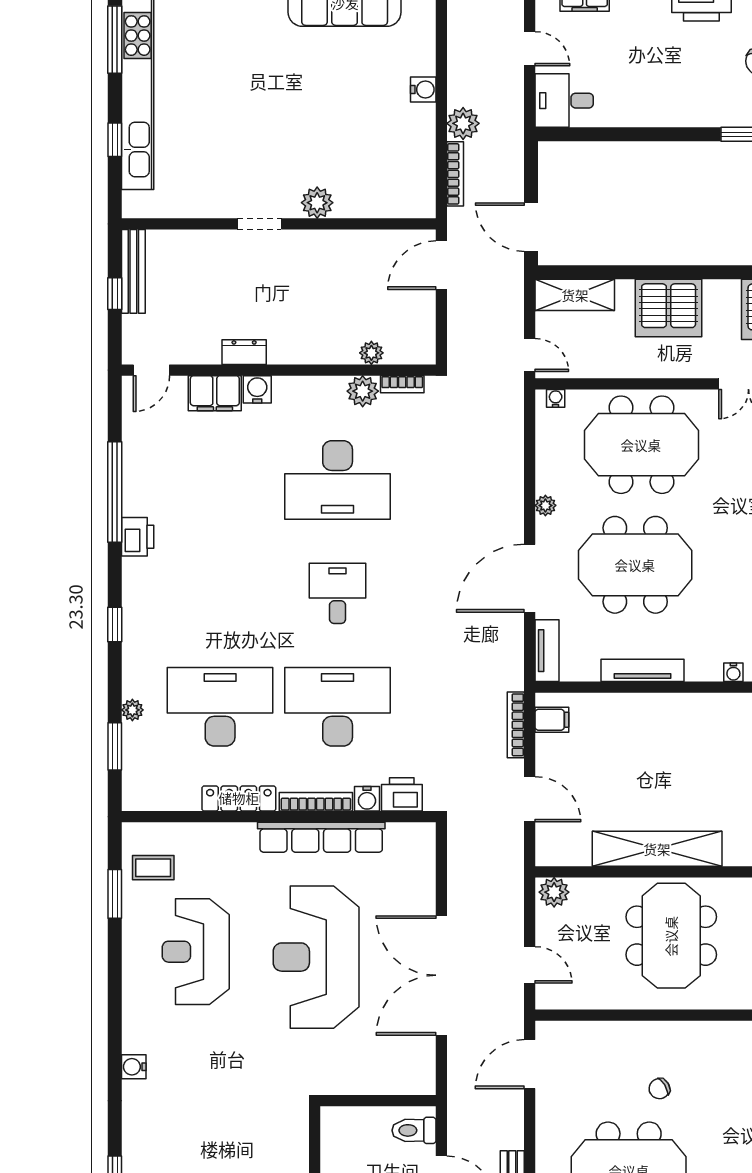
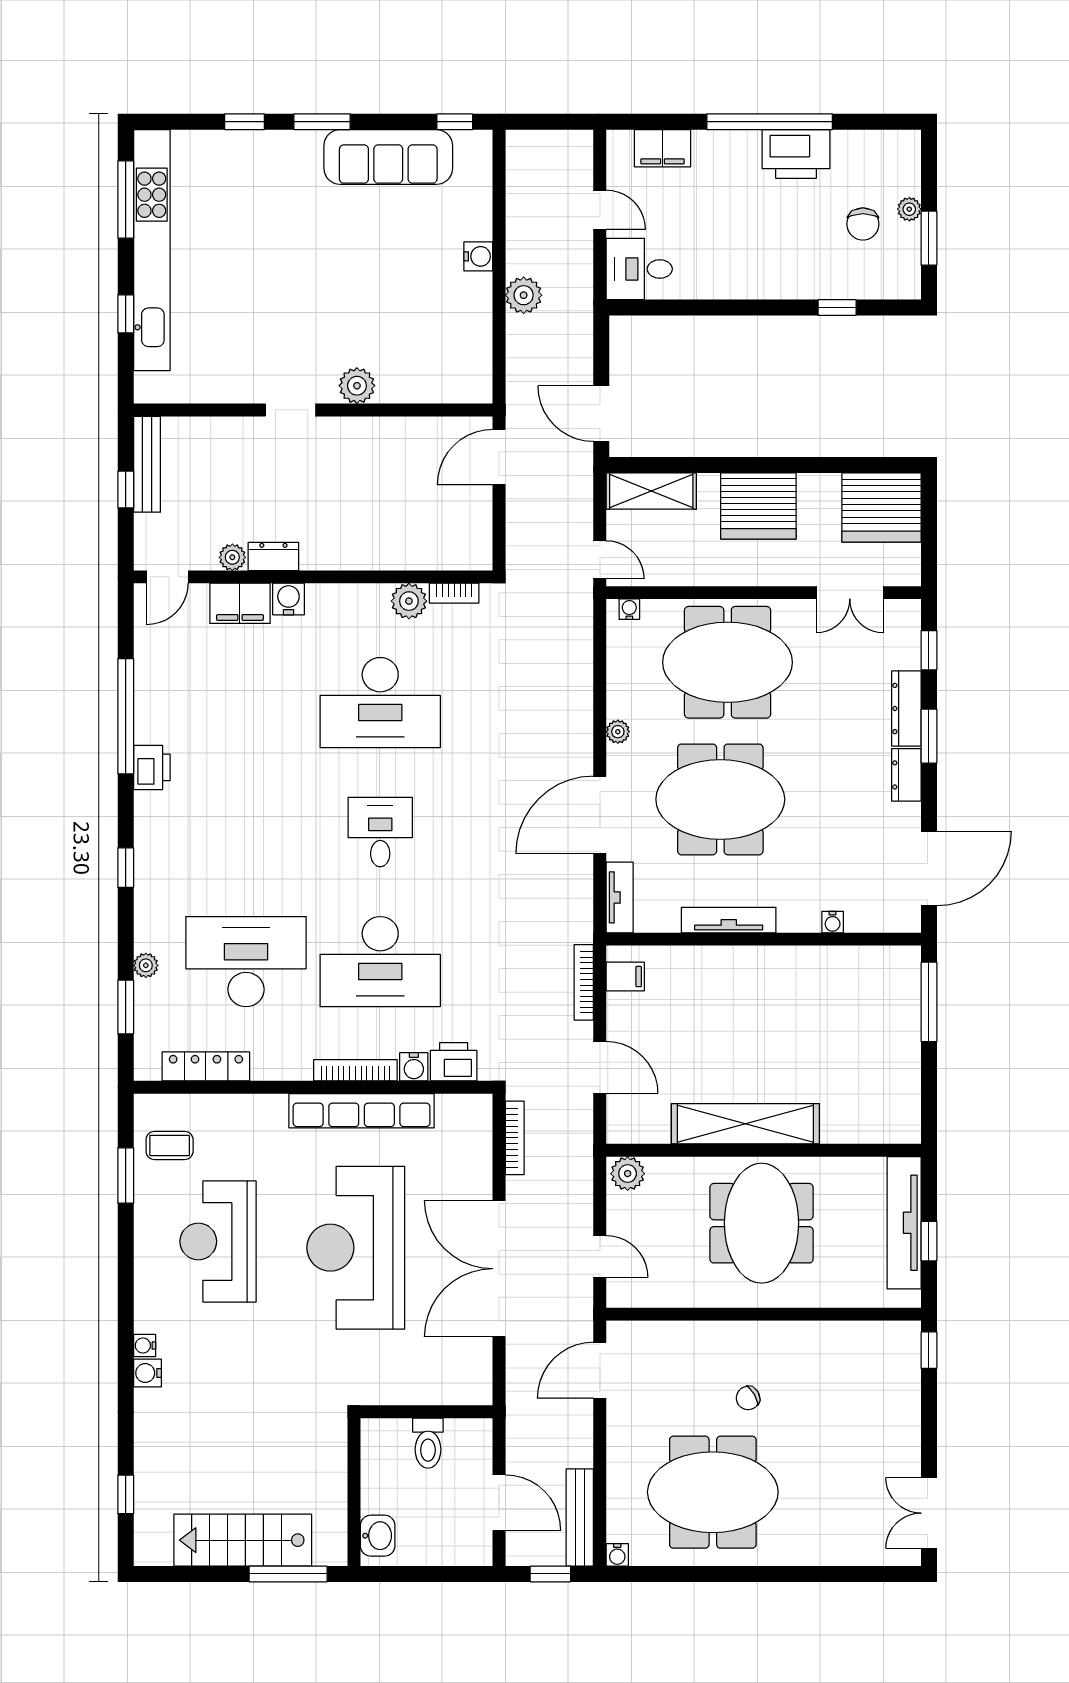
bookcase: (455, 174) -> (515, 1138), moved
plant: (371, 353) -> (232, 557), moved
desk: (338, 707) -> (380, 962), turned 180
locker: (239, 798) -> (206, 1066), moved
water cooler: (131, 1043) -> (145, 1346), added
toilet: (414, 1130) -> (428, 1443), moved, turned -90

